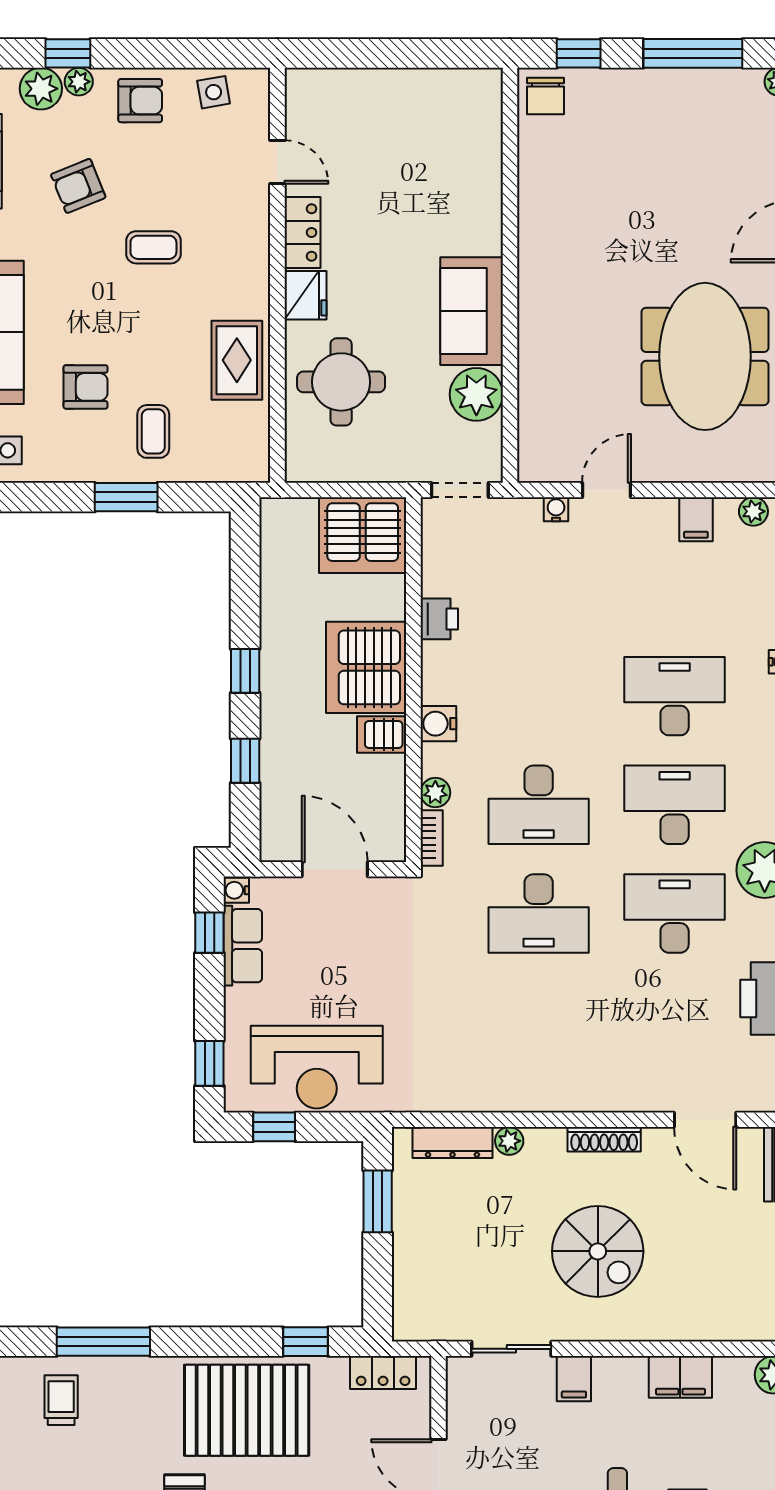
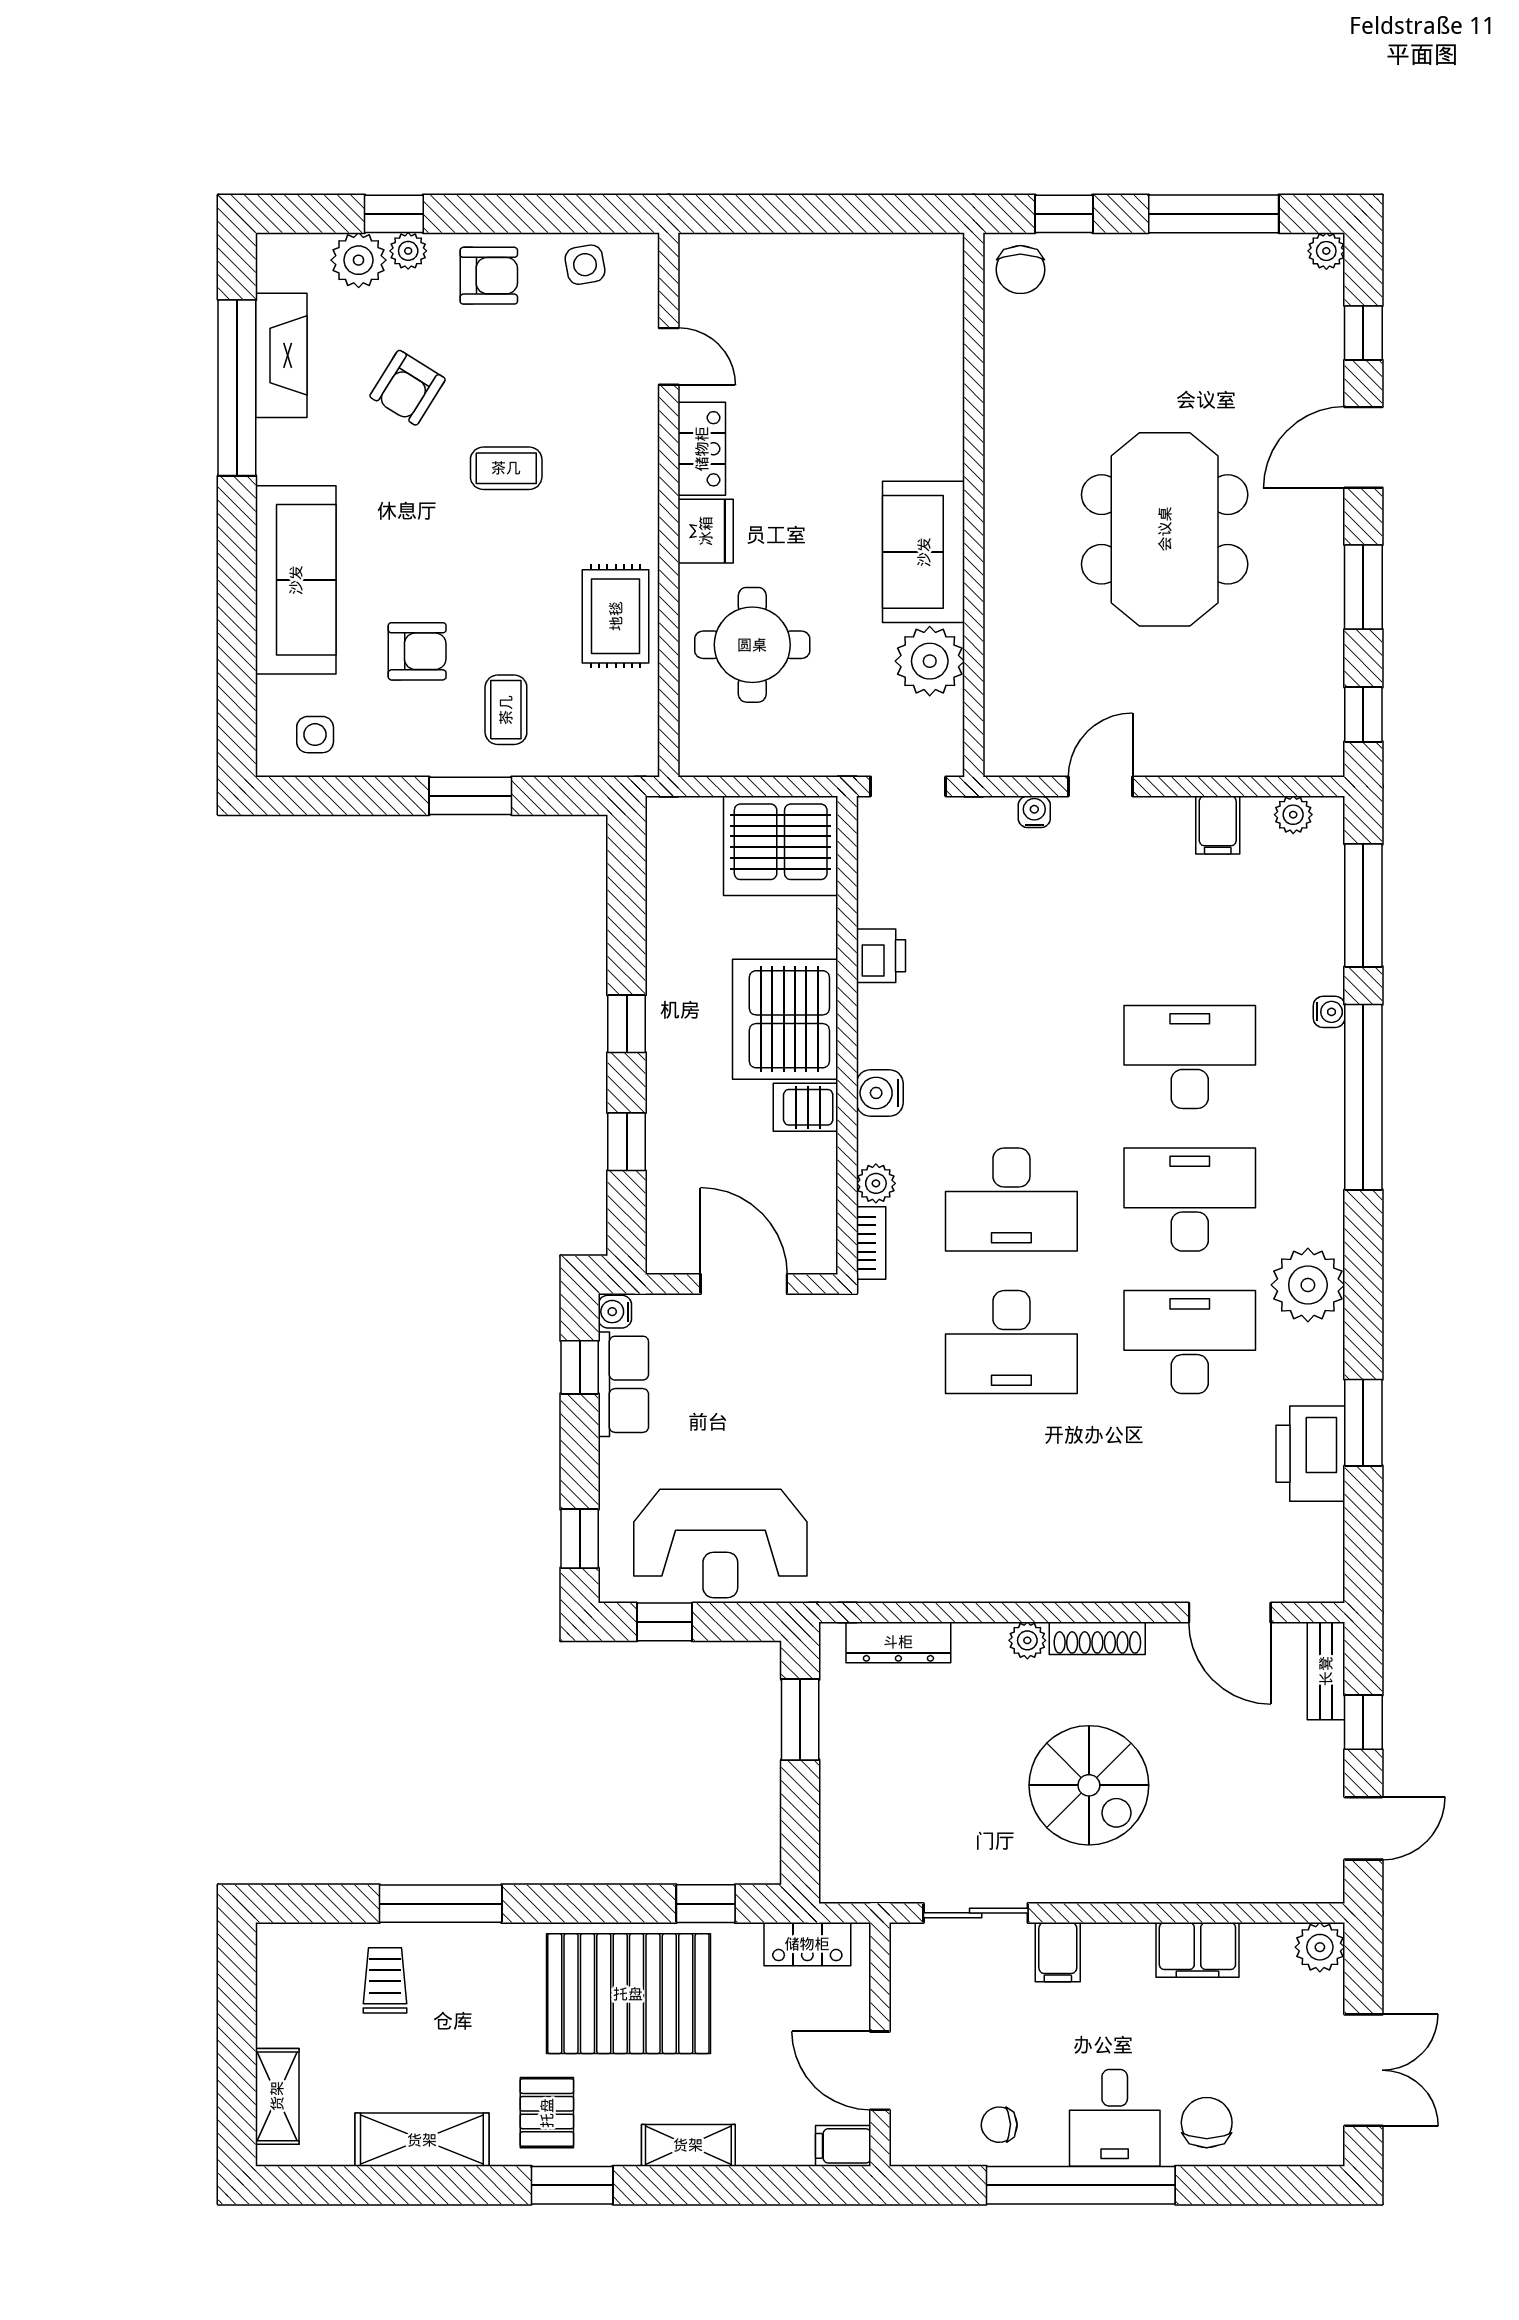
armchair: (78, 186) -> (408, 388), turned -36
meeting table: (705, 356) -> (1165, 529), moved
plant: (509, 1141) -> (1027, 1640), moved

